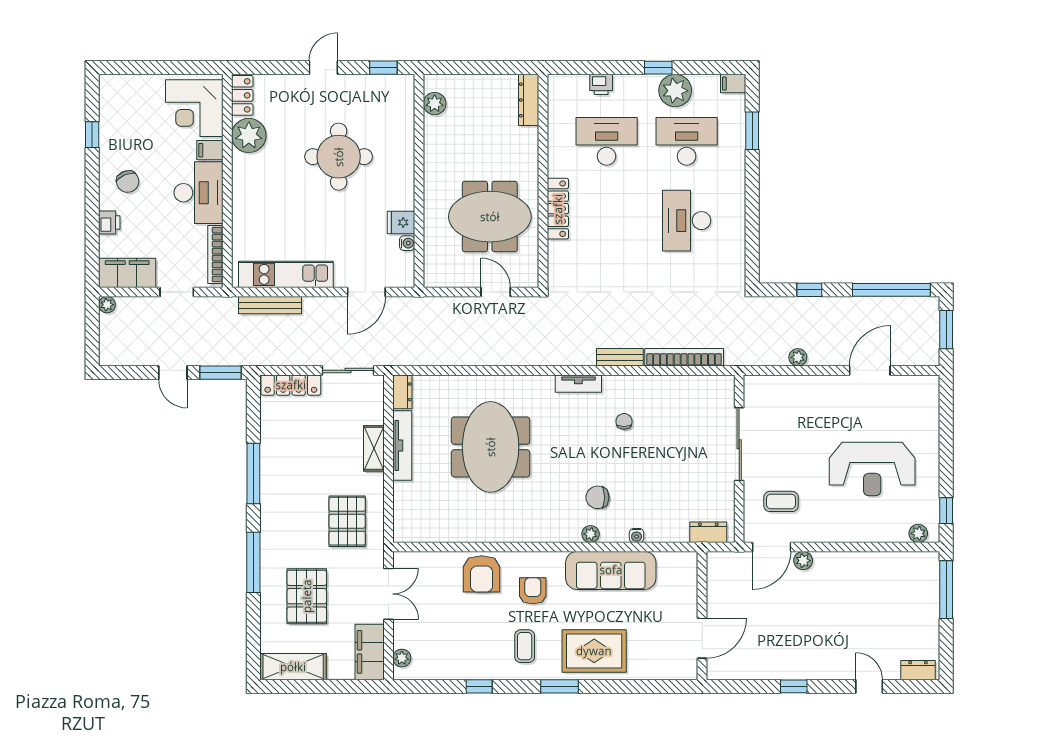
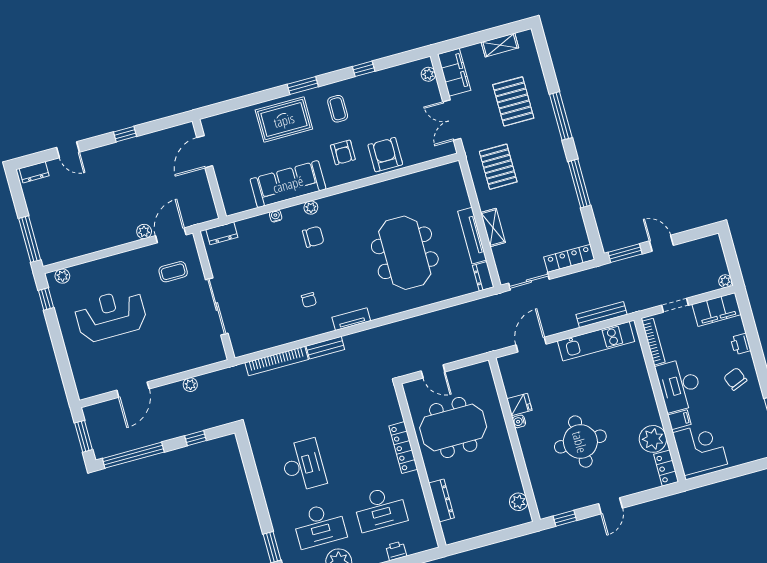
dresser: (529, 100) -> (441, 500), moved
water cooler: (407, 243) -> (519, 421), moved
shelving: (293, 667) -> (500, 45), width x0.67, depth x0.75

